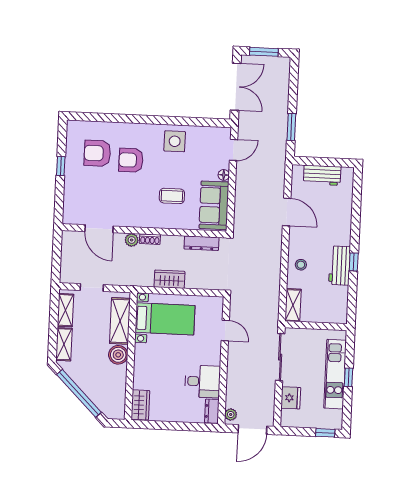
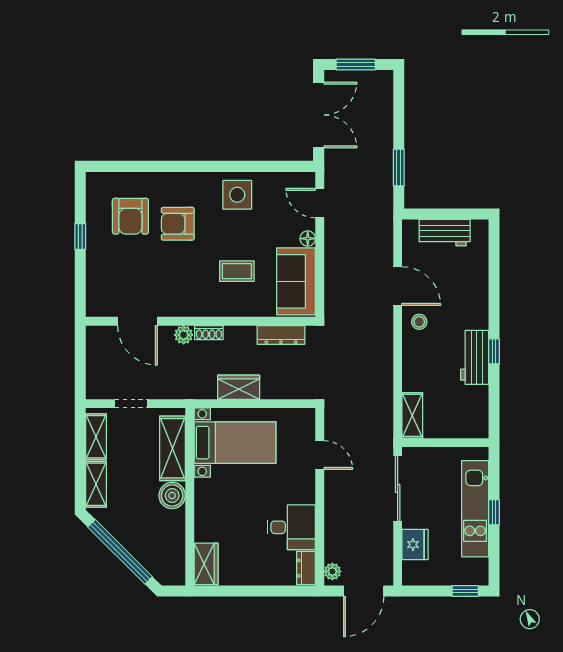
door: (234, 150) -> (320, 203), swing flipped
armchair: (97, 153) -> (130, 216), turned -90
stool: (301, 265) -> (419, 322), moved

